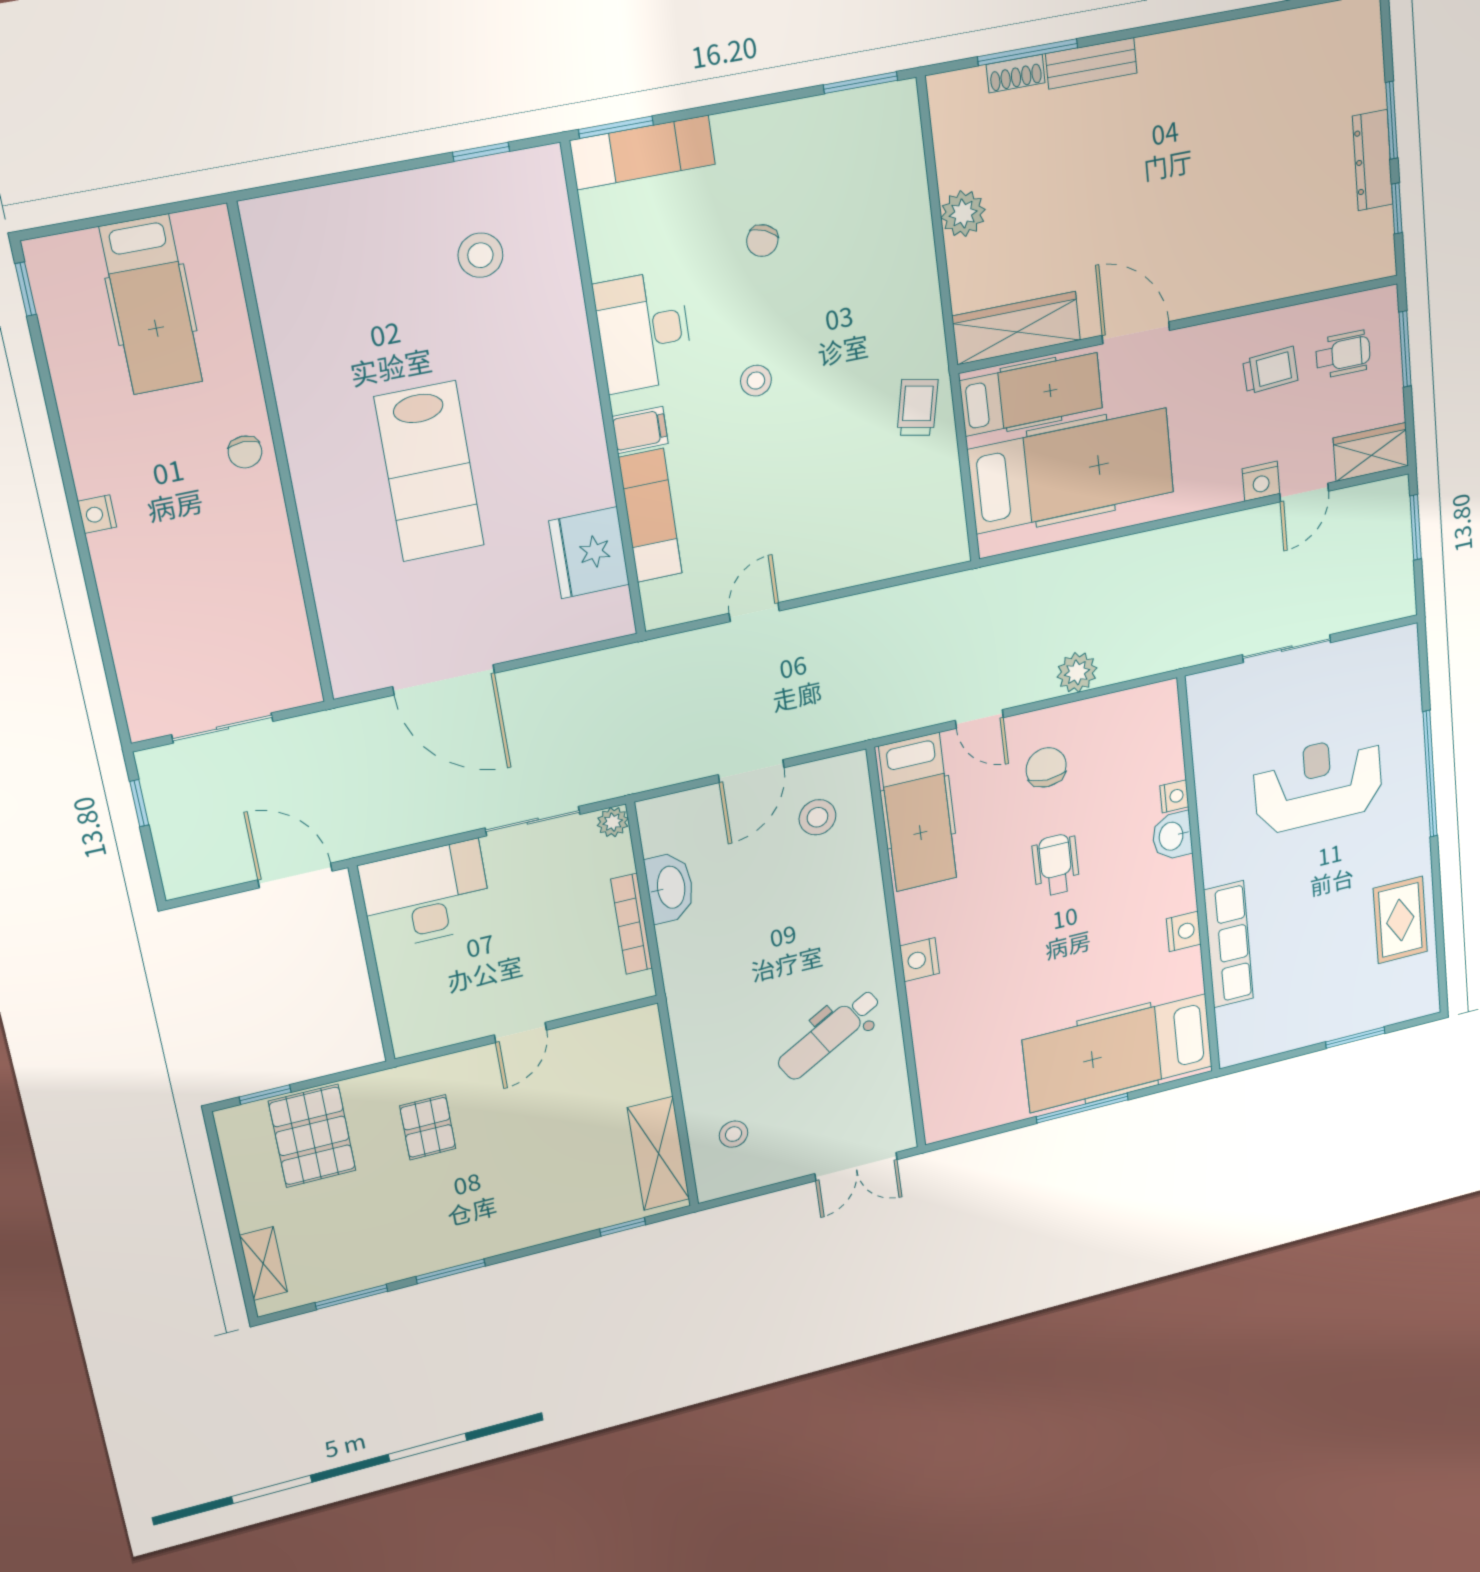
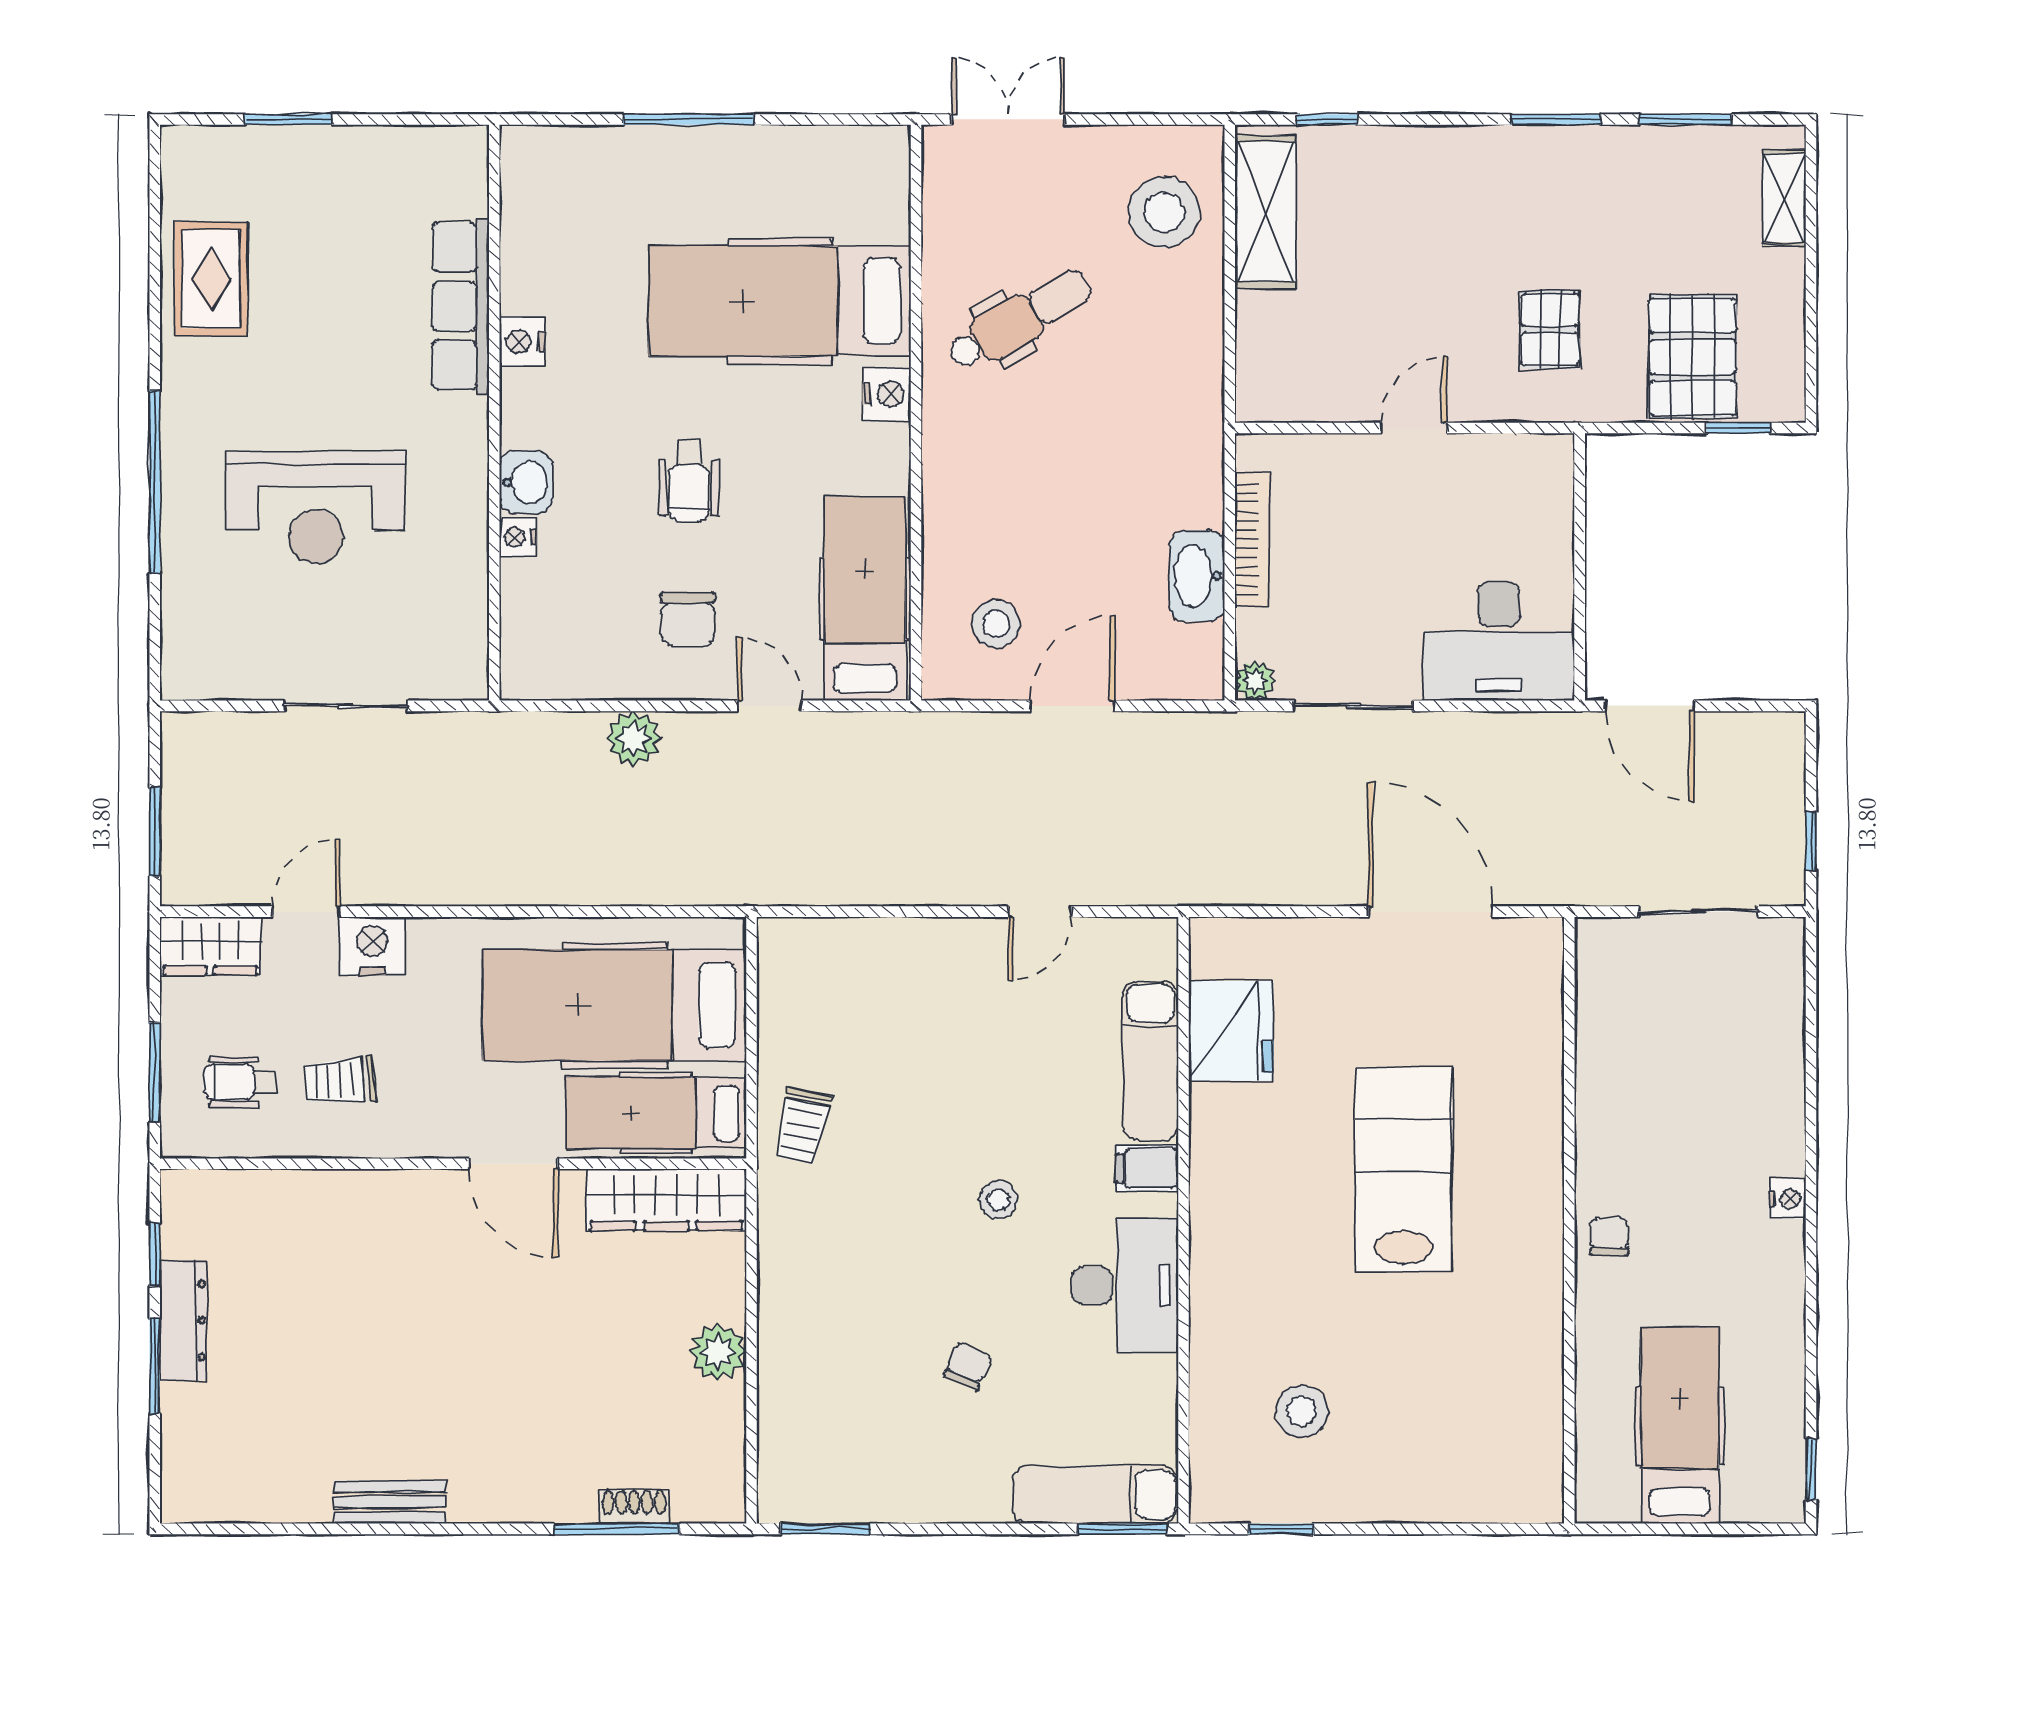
bench: (1091, 63) -> (390, 1502), moved
nightstand: (1261, 481) -> (372, 946), width x1.36, depth x1.33
hospital bed: (1118, 1053) -> (780, 301), moved, turned 180
stool: (734, 1134) -> (1164, 212), width x1.89, depth x1.89

